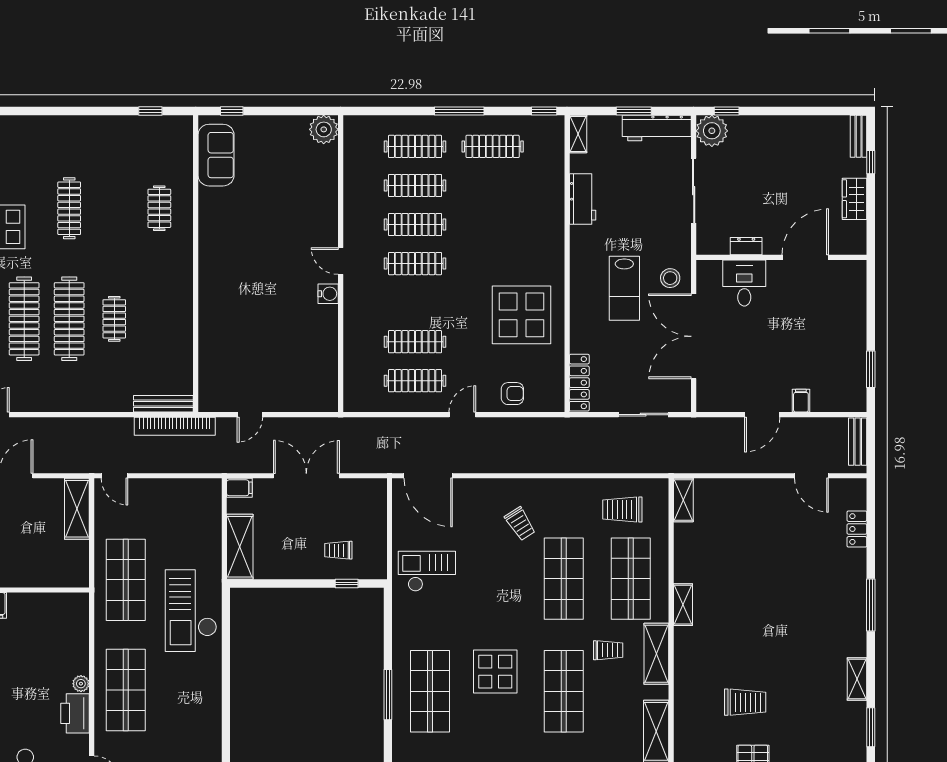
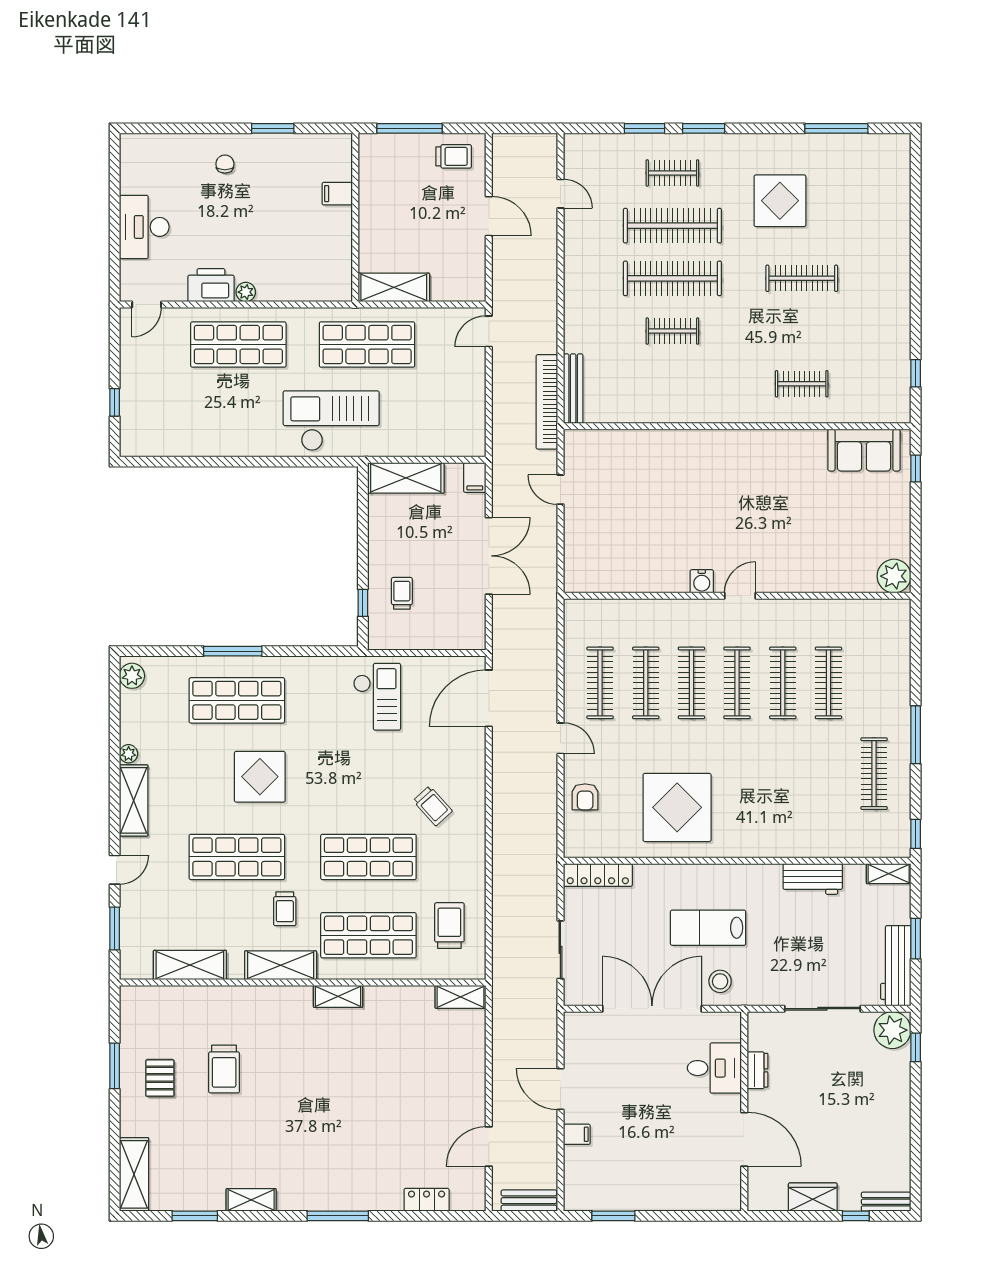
clothes rail: (415, 146) -> (691, 683), moved
shelving: (77, 509) -> (394, 287), moved
trolley: (520, 524) -> (433, 806), turned -99

